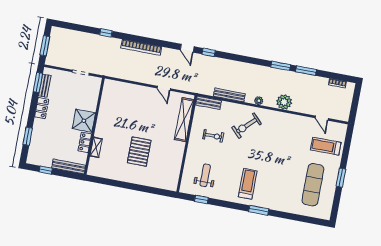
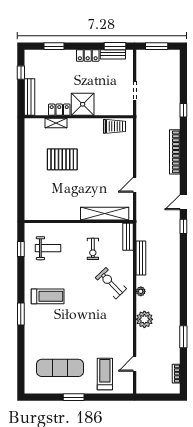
window: (281, 66) -> (183, 308), removed
trolley: (109, 96) -> (114, 126), added
pallet: (139, 152) -> (62, 159), moved

